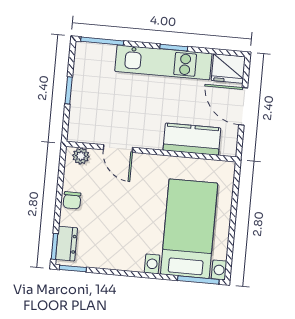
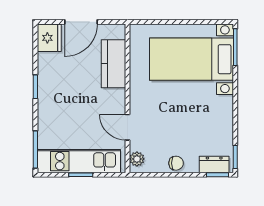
kitchen unit: (163, 62) -> (79, 161), moved, turned -90
door: (118, 149) -> (128, 127), swing flipped

